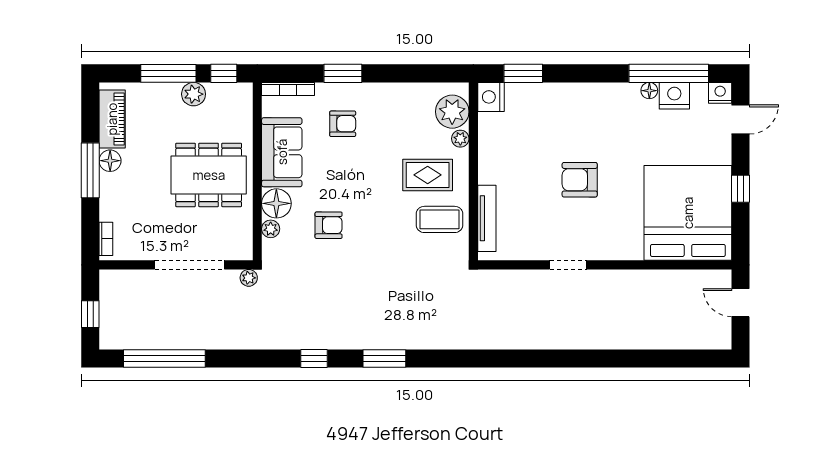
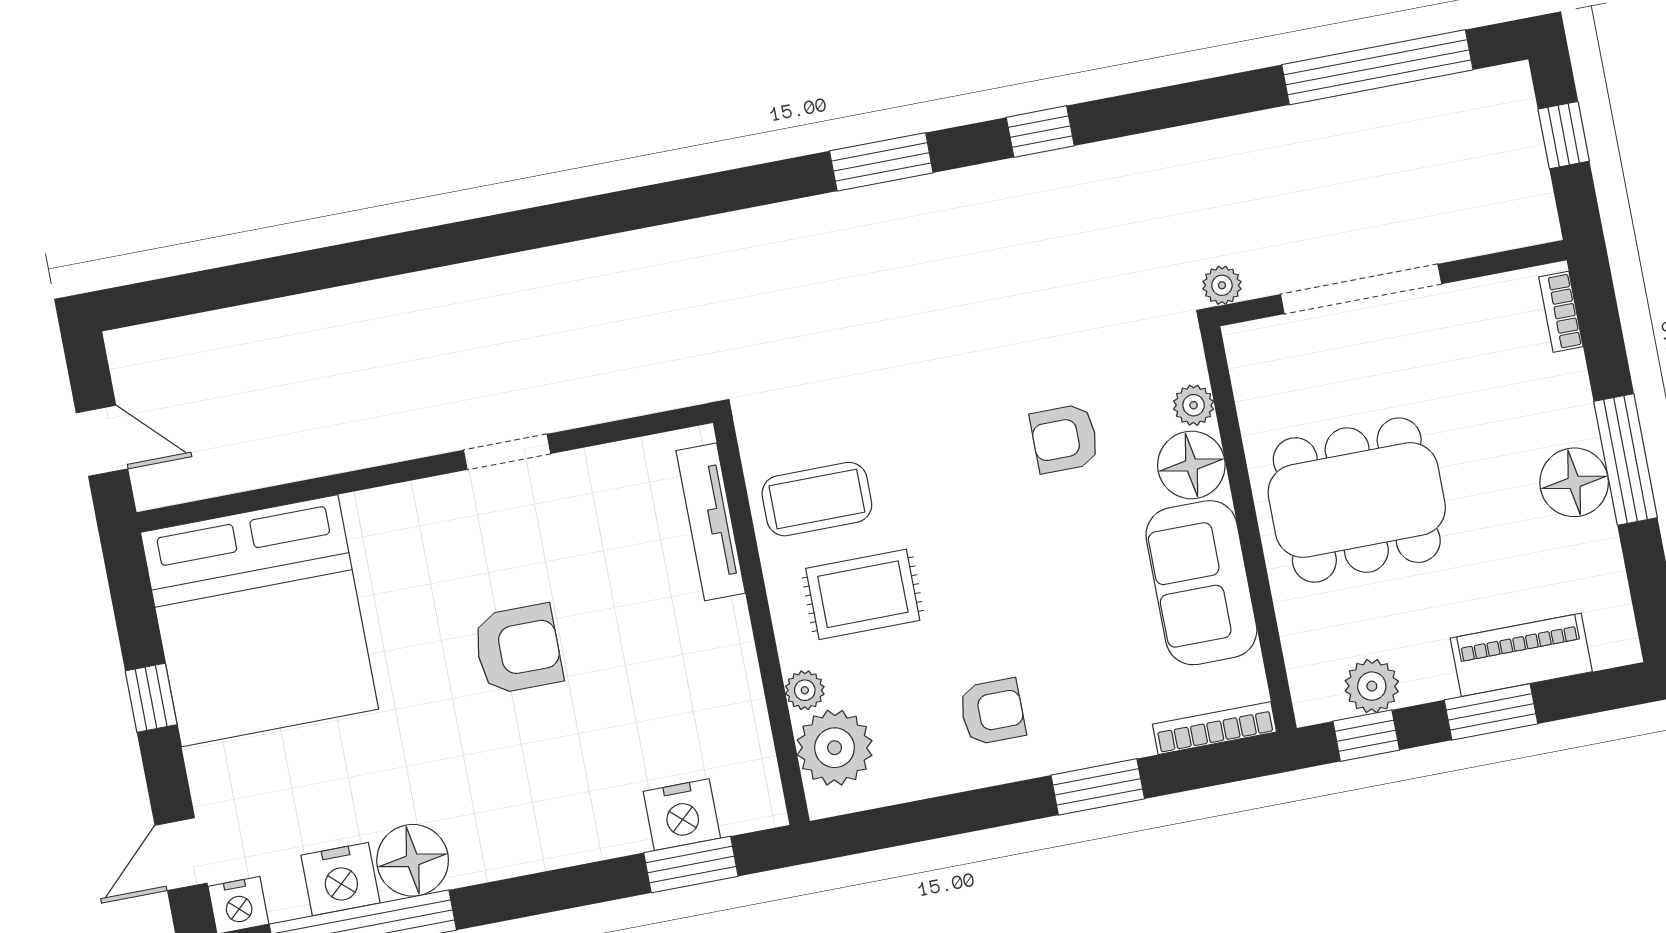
window: (168, 73) -> (1491, 712), width x0.69
floor lamp: (649, 91) -> (413, 860), width x1.89, depth x1.89
plant: (194, 94) -> (1372, 686), moved
nightstand: (491, 97) -> (682, 815), moved, turned 90
piano: (112, 119) -> (1521, 655), moved, turned 90
armchair: (343, 124) -> (992, 712), moved, turned 180
floor lamp: (110, 161) -> (1574, 482), width x1.38, depth x1.38

